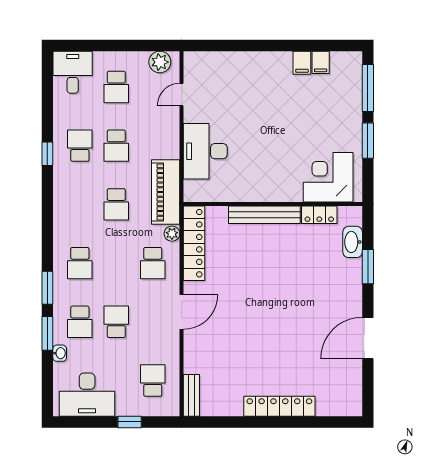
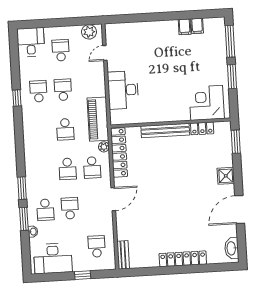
school desk: (116, 87) -> (61, 50), turned 180
school desk: (116, 146) -> (63, 90), turned 180
washbasin: (353, 242) -> (232, 248), moved
school desk: (80, 263) -> (68, 169), moved
window: (368, 267) -> (236, 142), moved
shower: (350, 287) -> (226, 176), added

